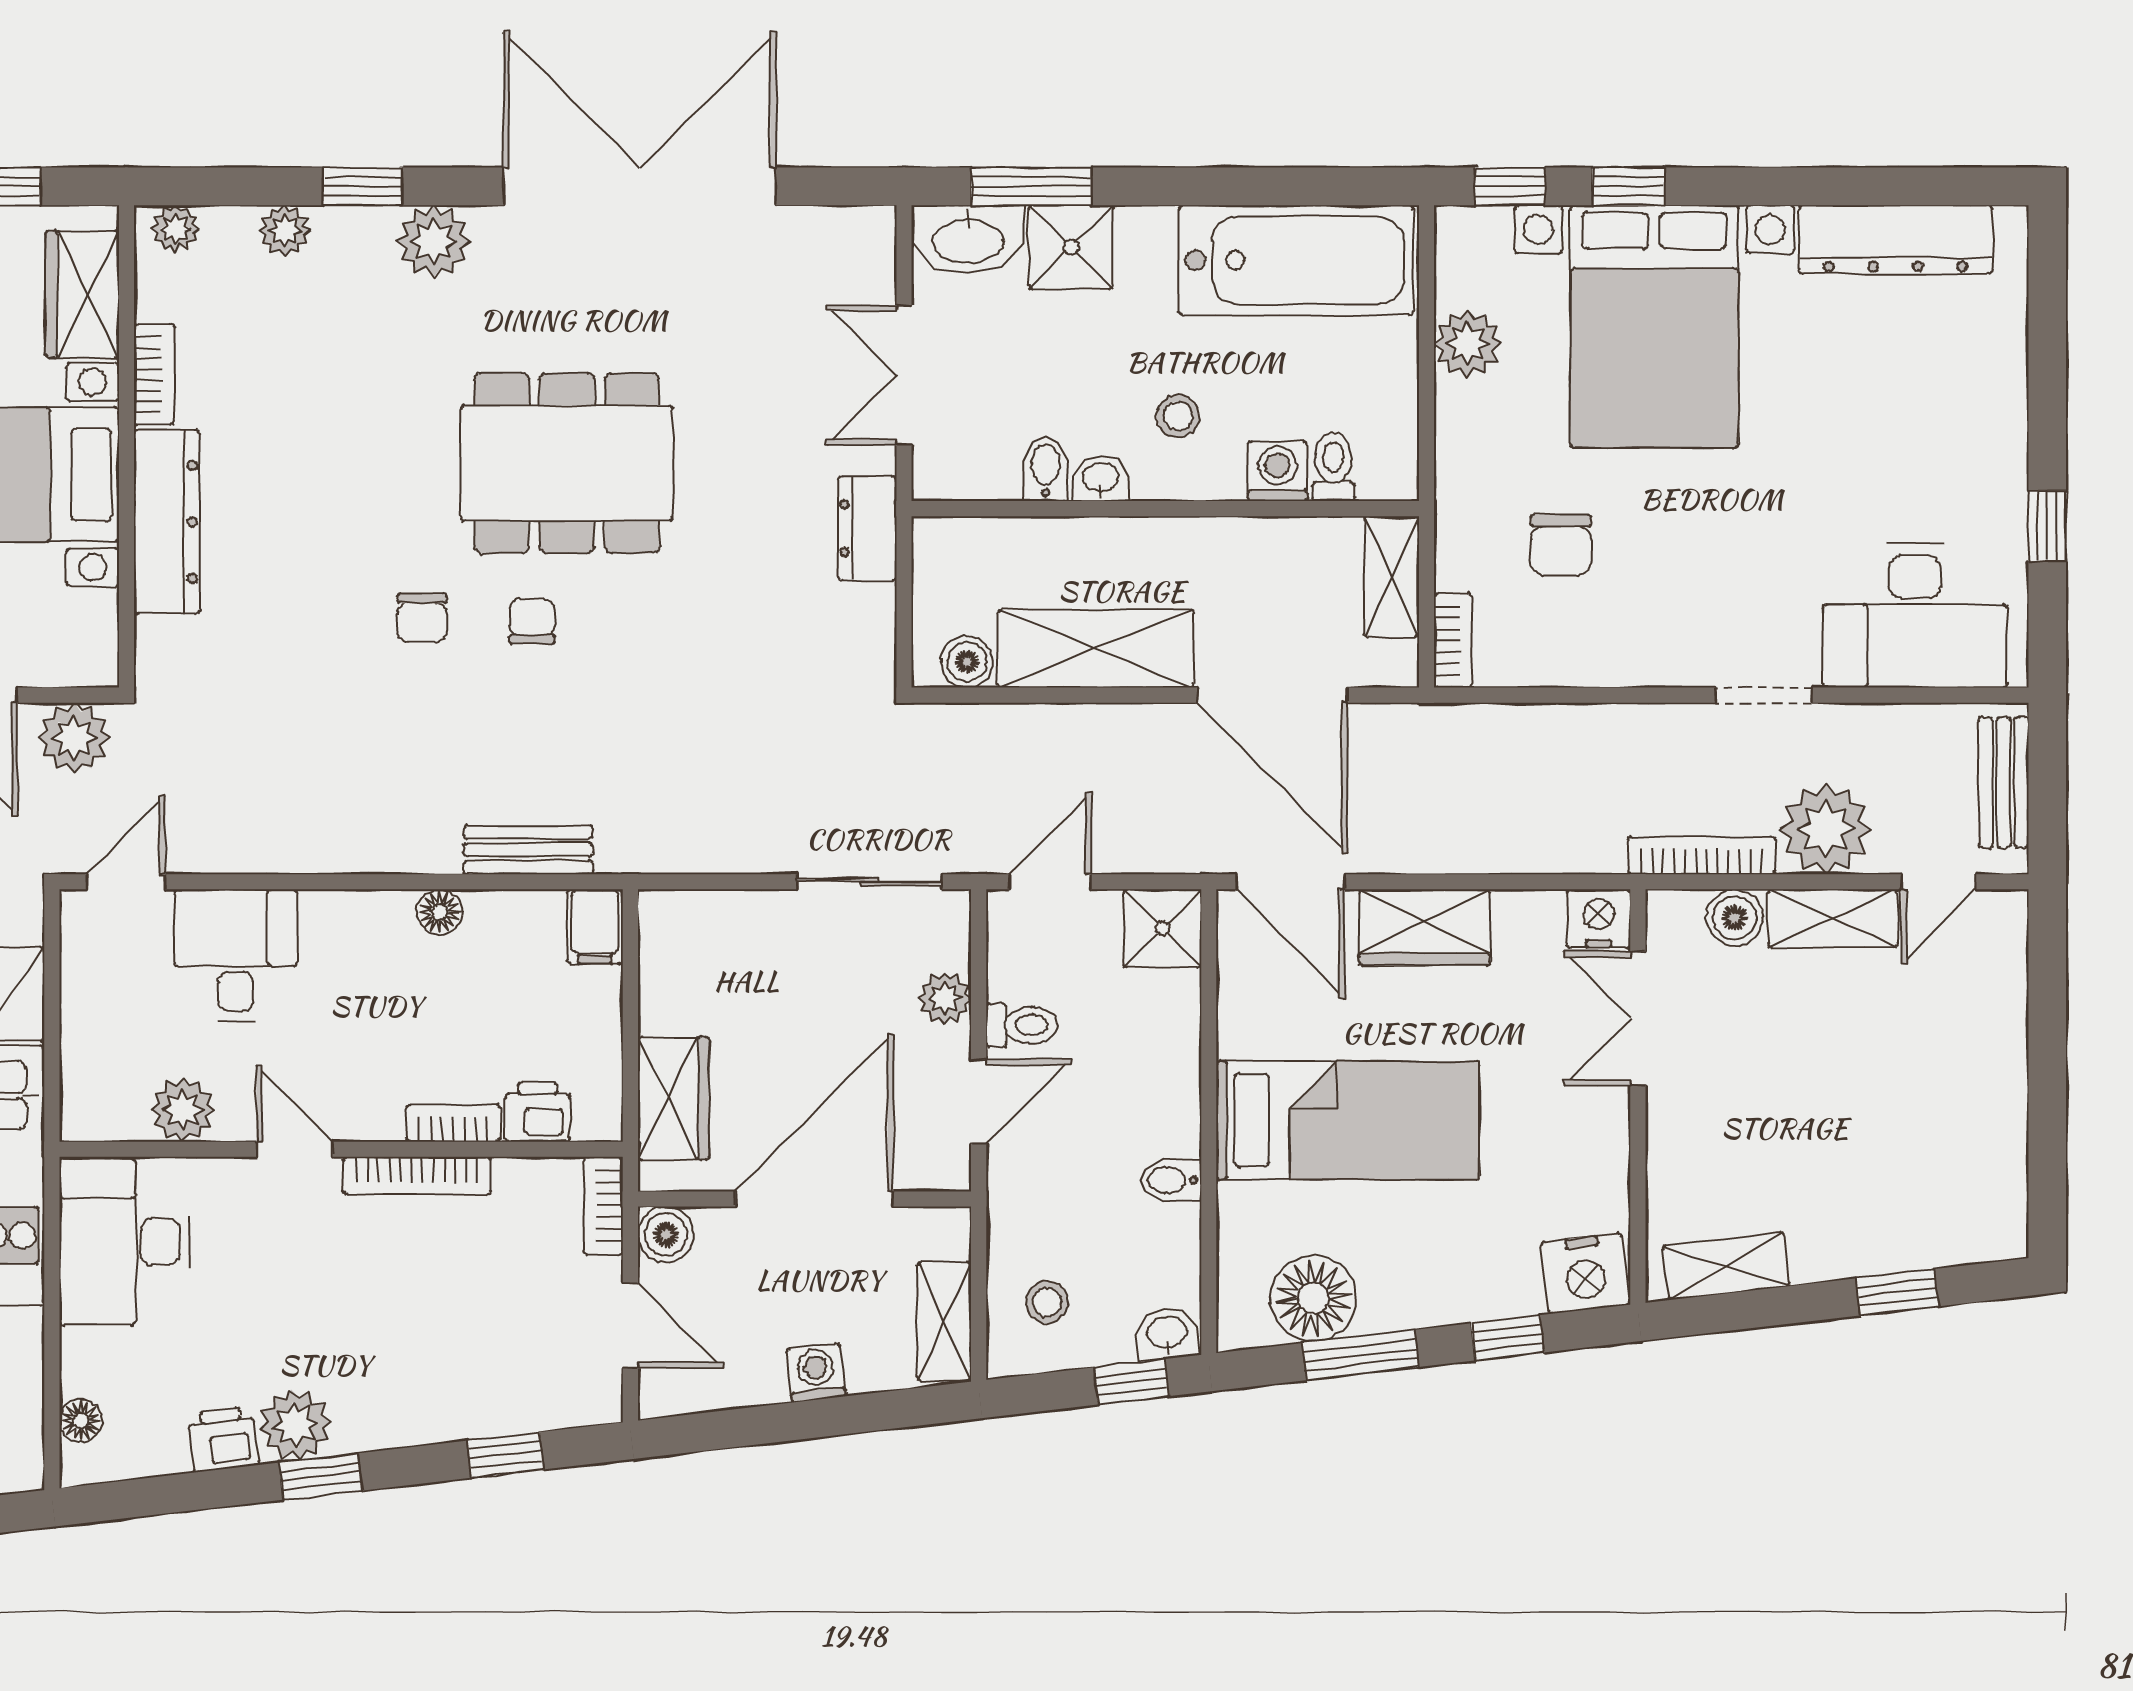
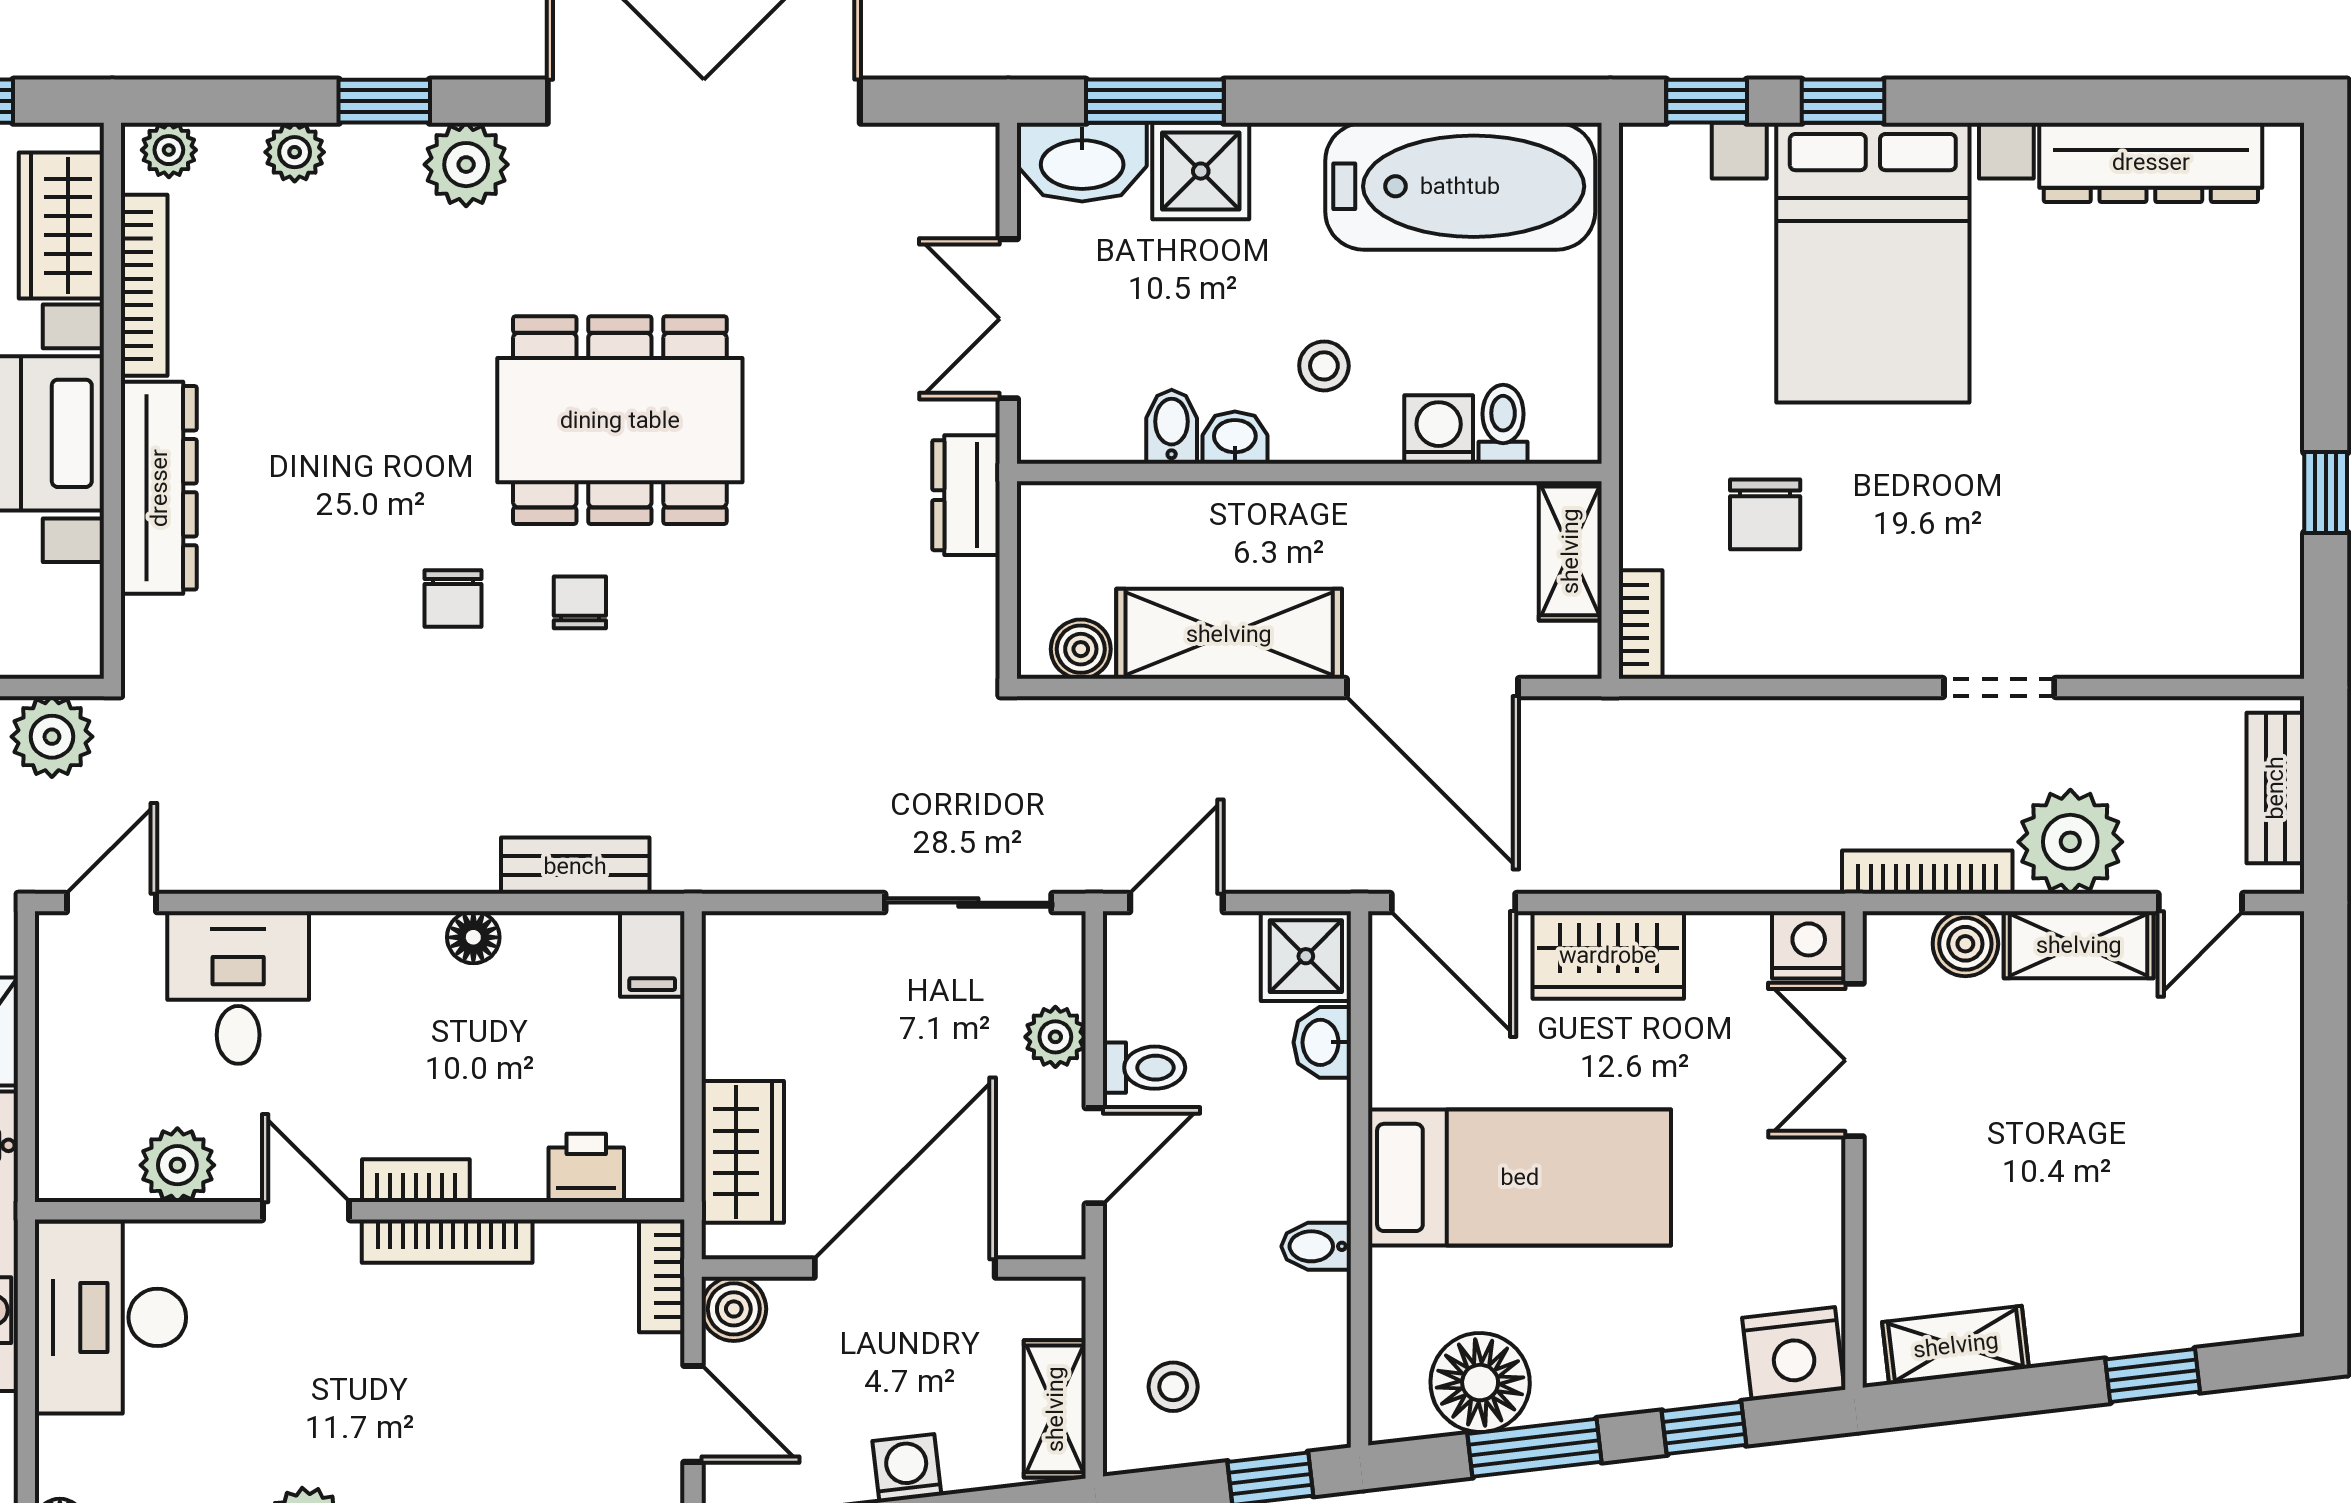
plant: (1467, 344) -> (1658, 283), removed
bookcase: (154, 374) -> (144, 285), width x1.56
desk: (1915, 616) -> (2173, 596), removed
bookcase: (453, 1123) -> (416, 1181), moved
washbasin: (1167, 1334) -> (1322, 1042), moved, turned -83

